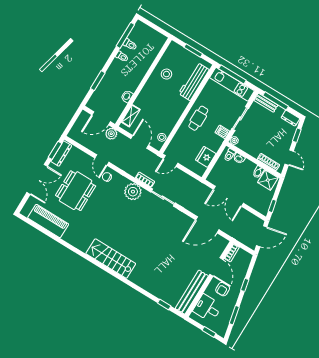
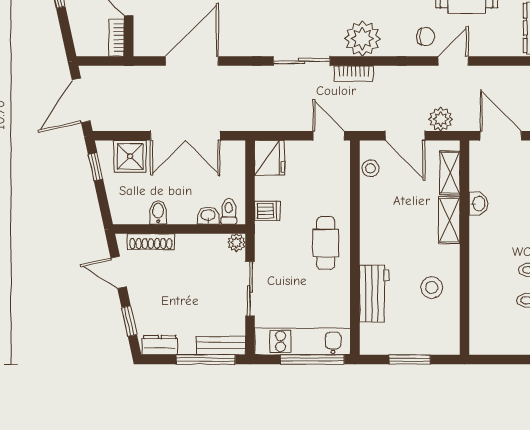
workbench: (194, 82) -> (374, 293), width x0.73
shelving: (143, 97) -> (449, 220), added
door: (101, 118) -> (501, 136), hinge flipped
dishwasher: (222, 132) -> (267, 211), moved
plant: (111, 134) -> (441, 119), moved
fridge: (206, 157) -> (270, 158), moved
door: (102, 160) -> (453, 61), hinge flipped
door: (171, 161) -> (329, 136), hinge flipped
shower: (268, 180) -> (130, 156), moved
double door: (228, 196) -> (185, 136), swing flipped

